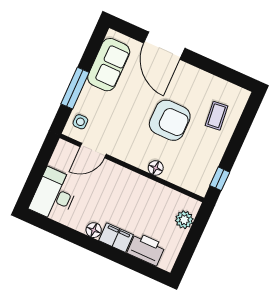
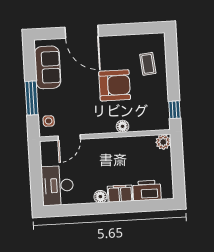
plant: (184, 220) -> (163, 142), moved

